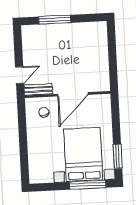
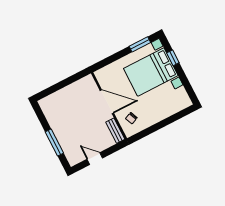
door: (20, 75) -> (95, 159), moved
window: (88, 185) -> (173, 58), width x0.46

